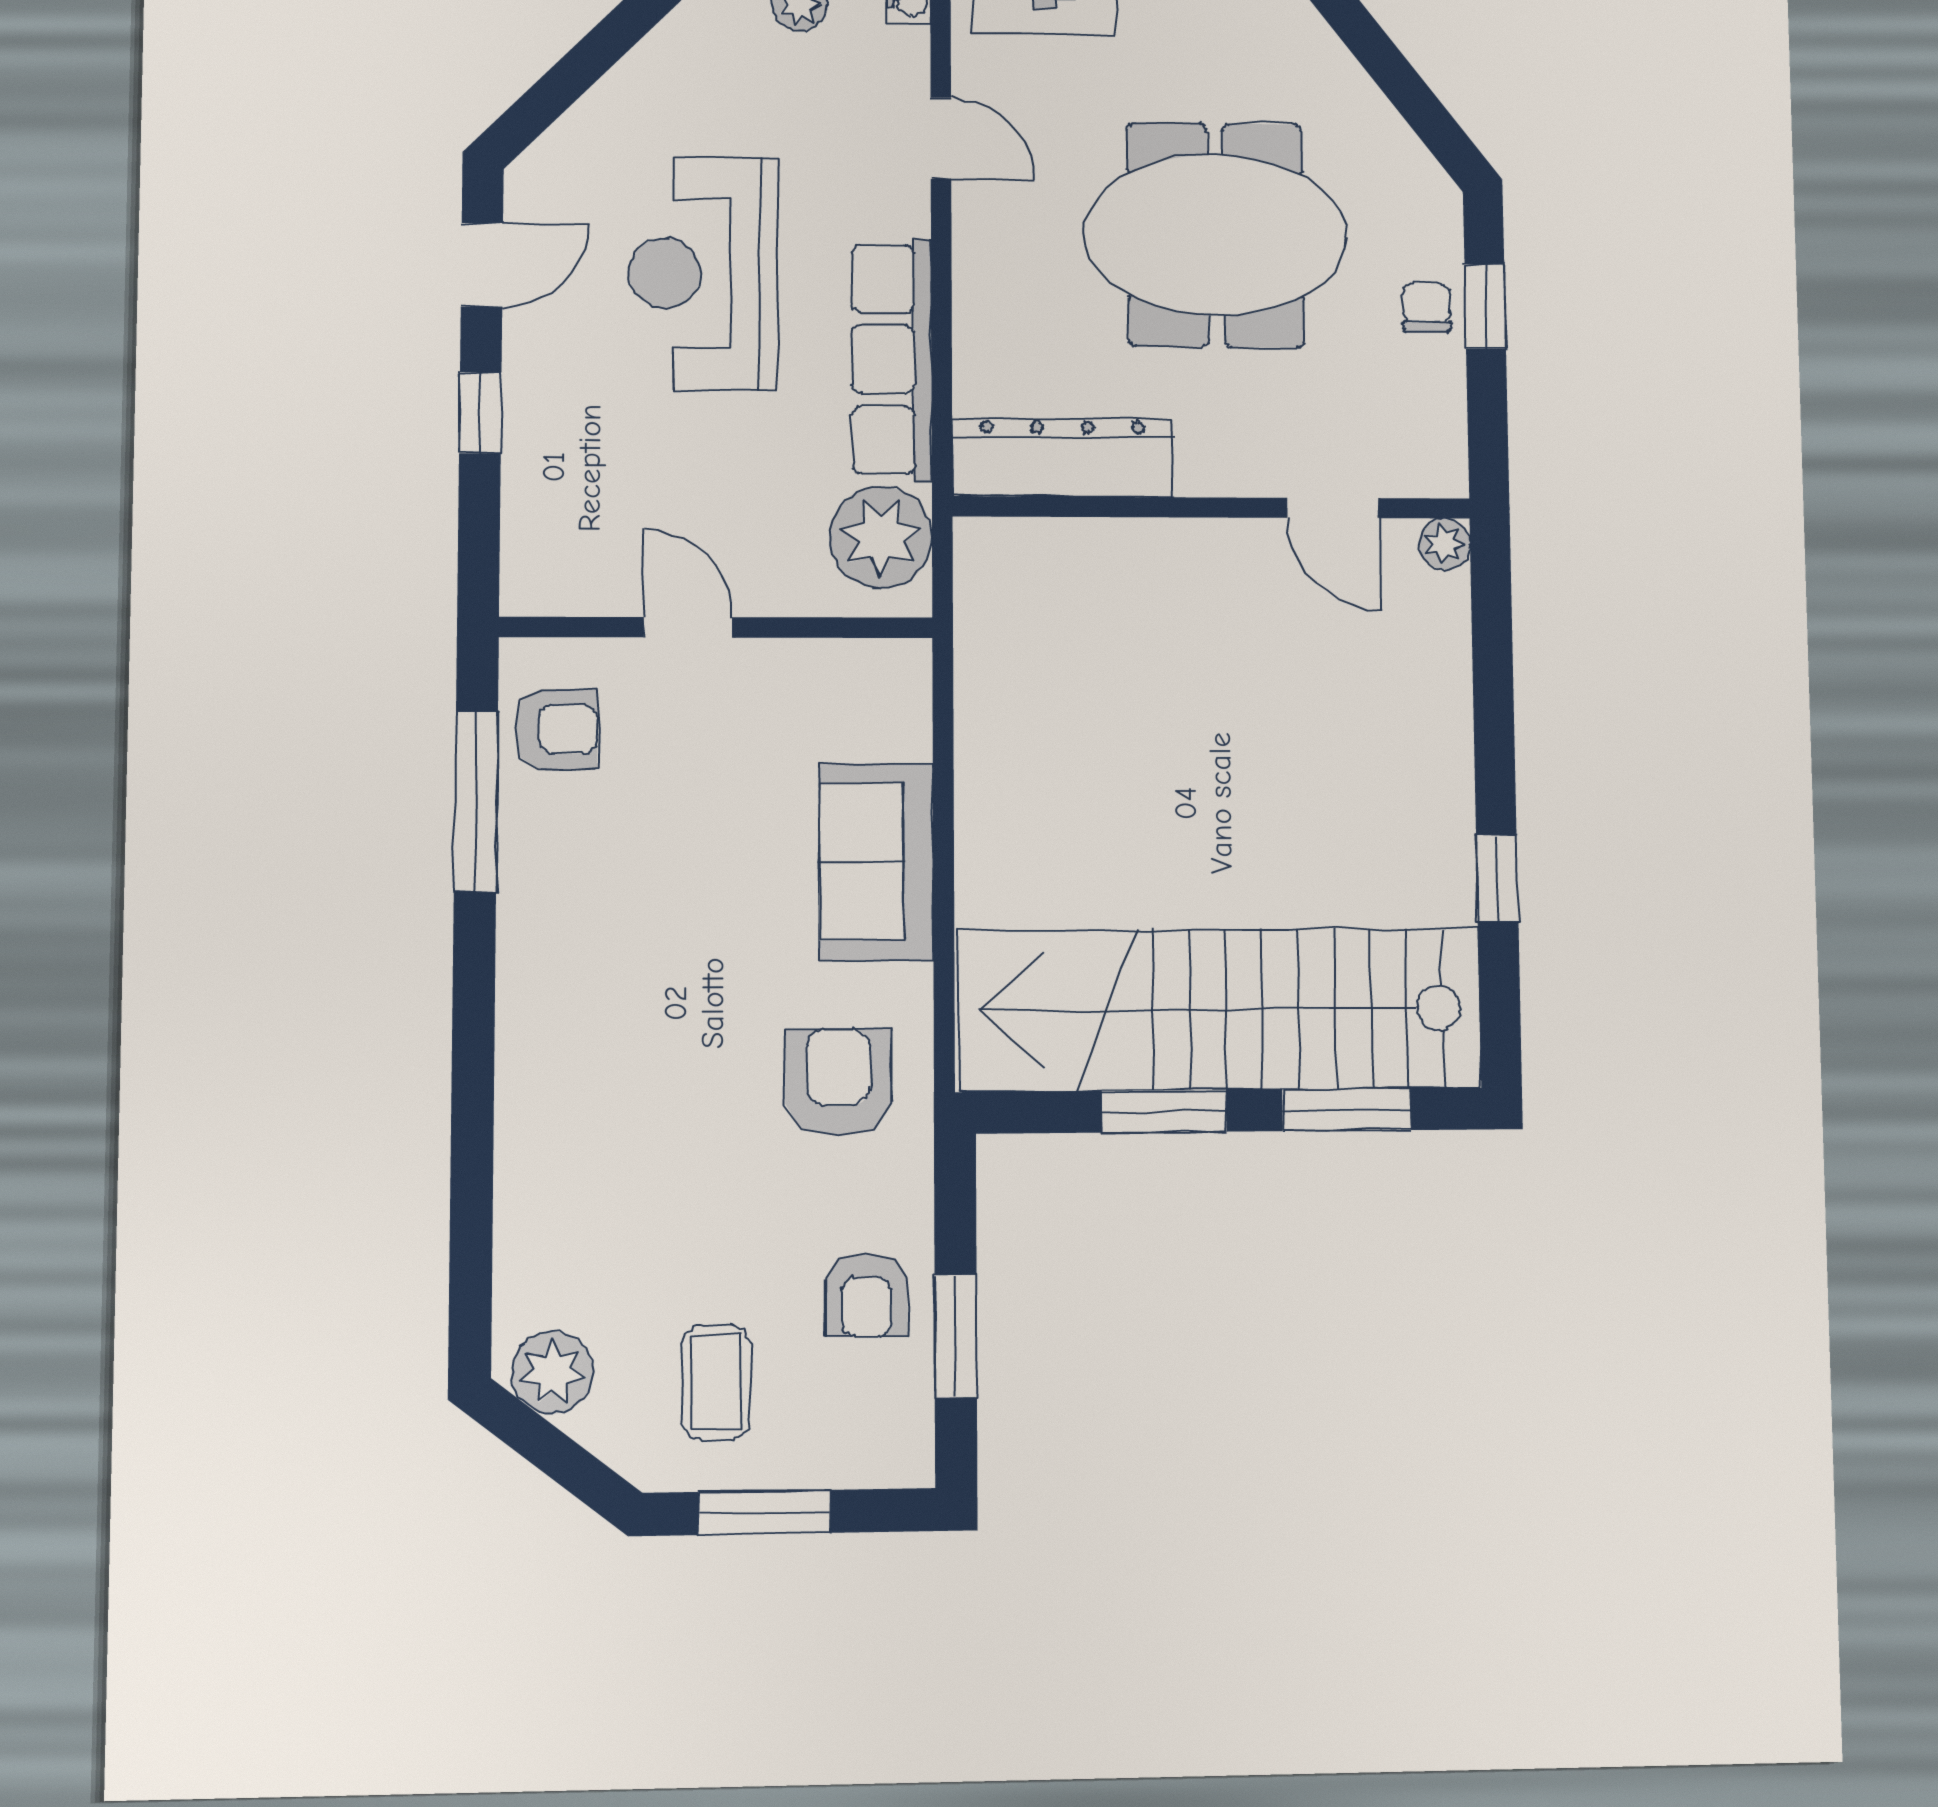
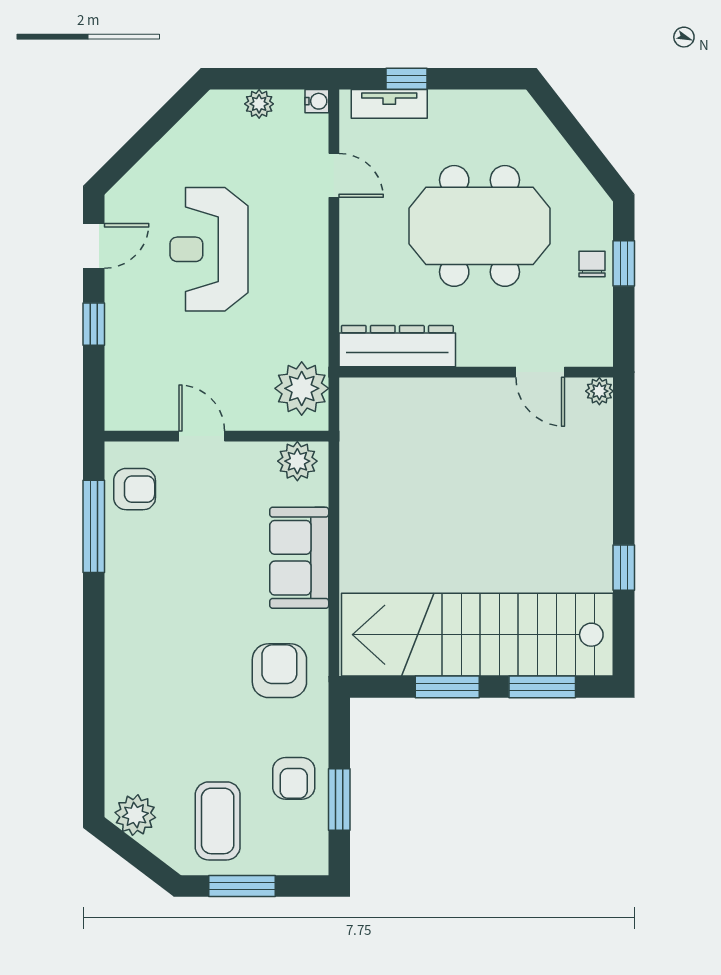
row of seats: (892, 359) -> (308, 294), removed
plant: (873, 676) -> (297, 461), added
coffee table: (716, 1382) -> (218, 821), width x1.36, depth x1.30

